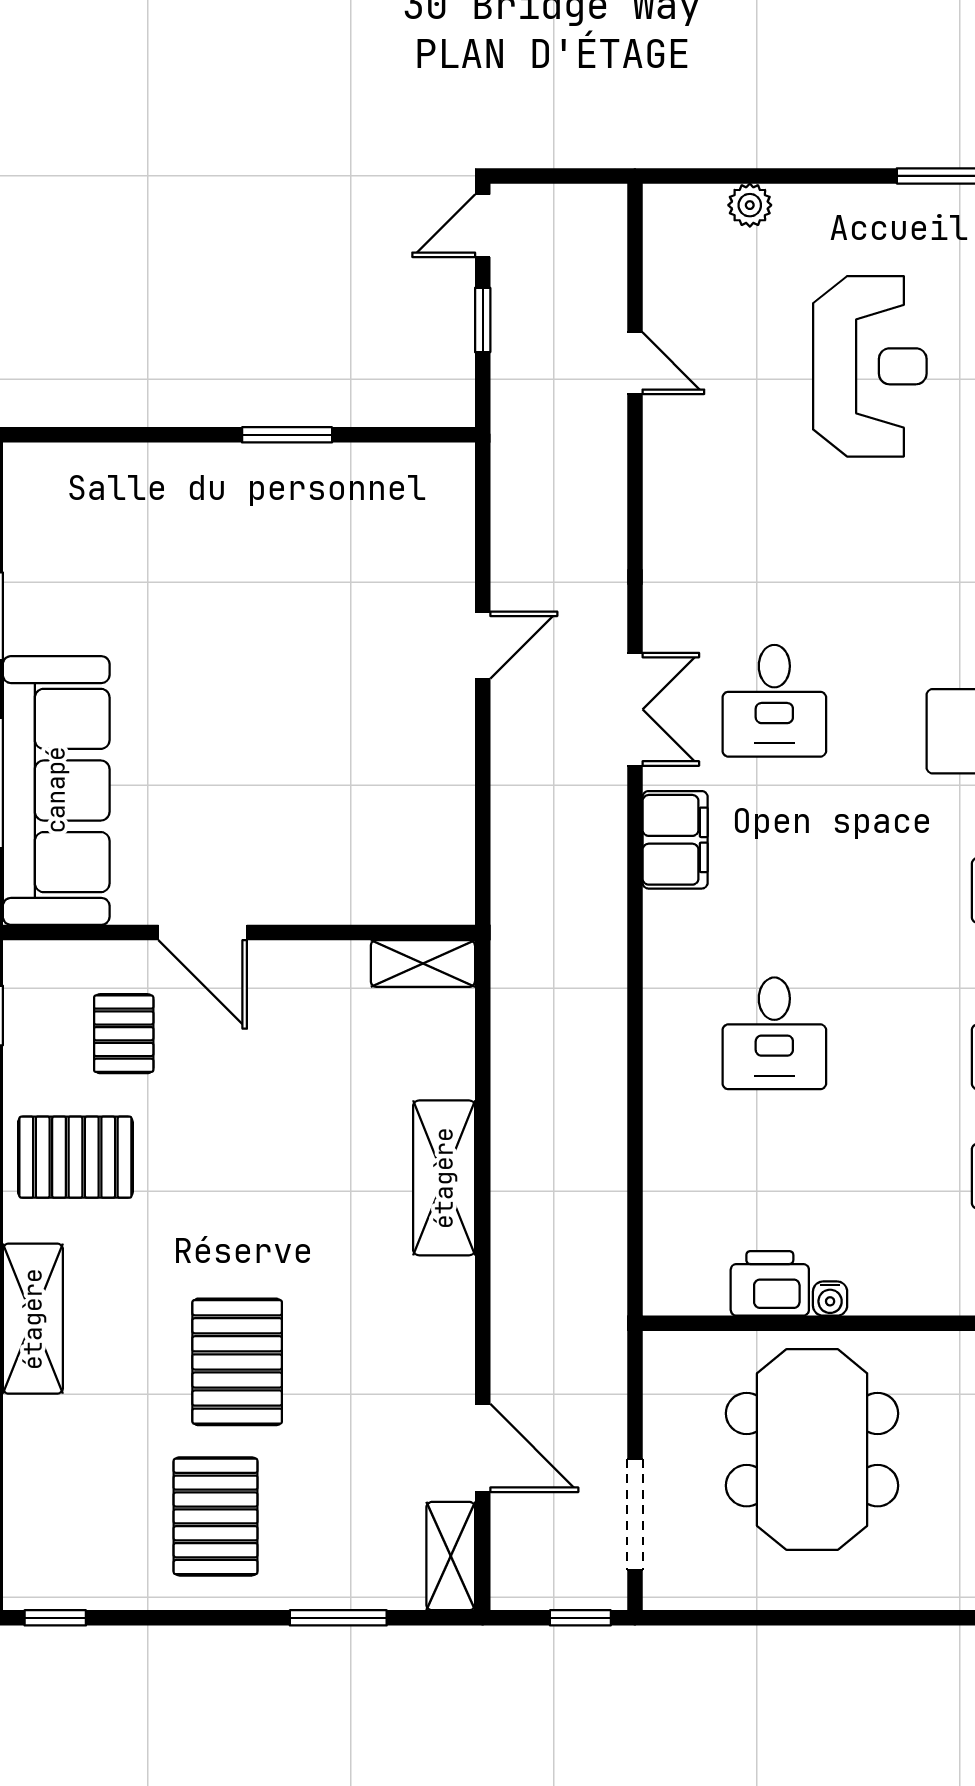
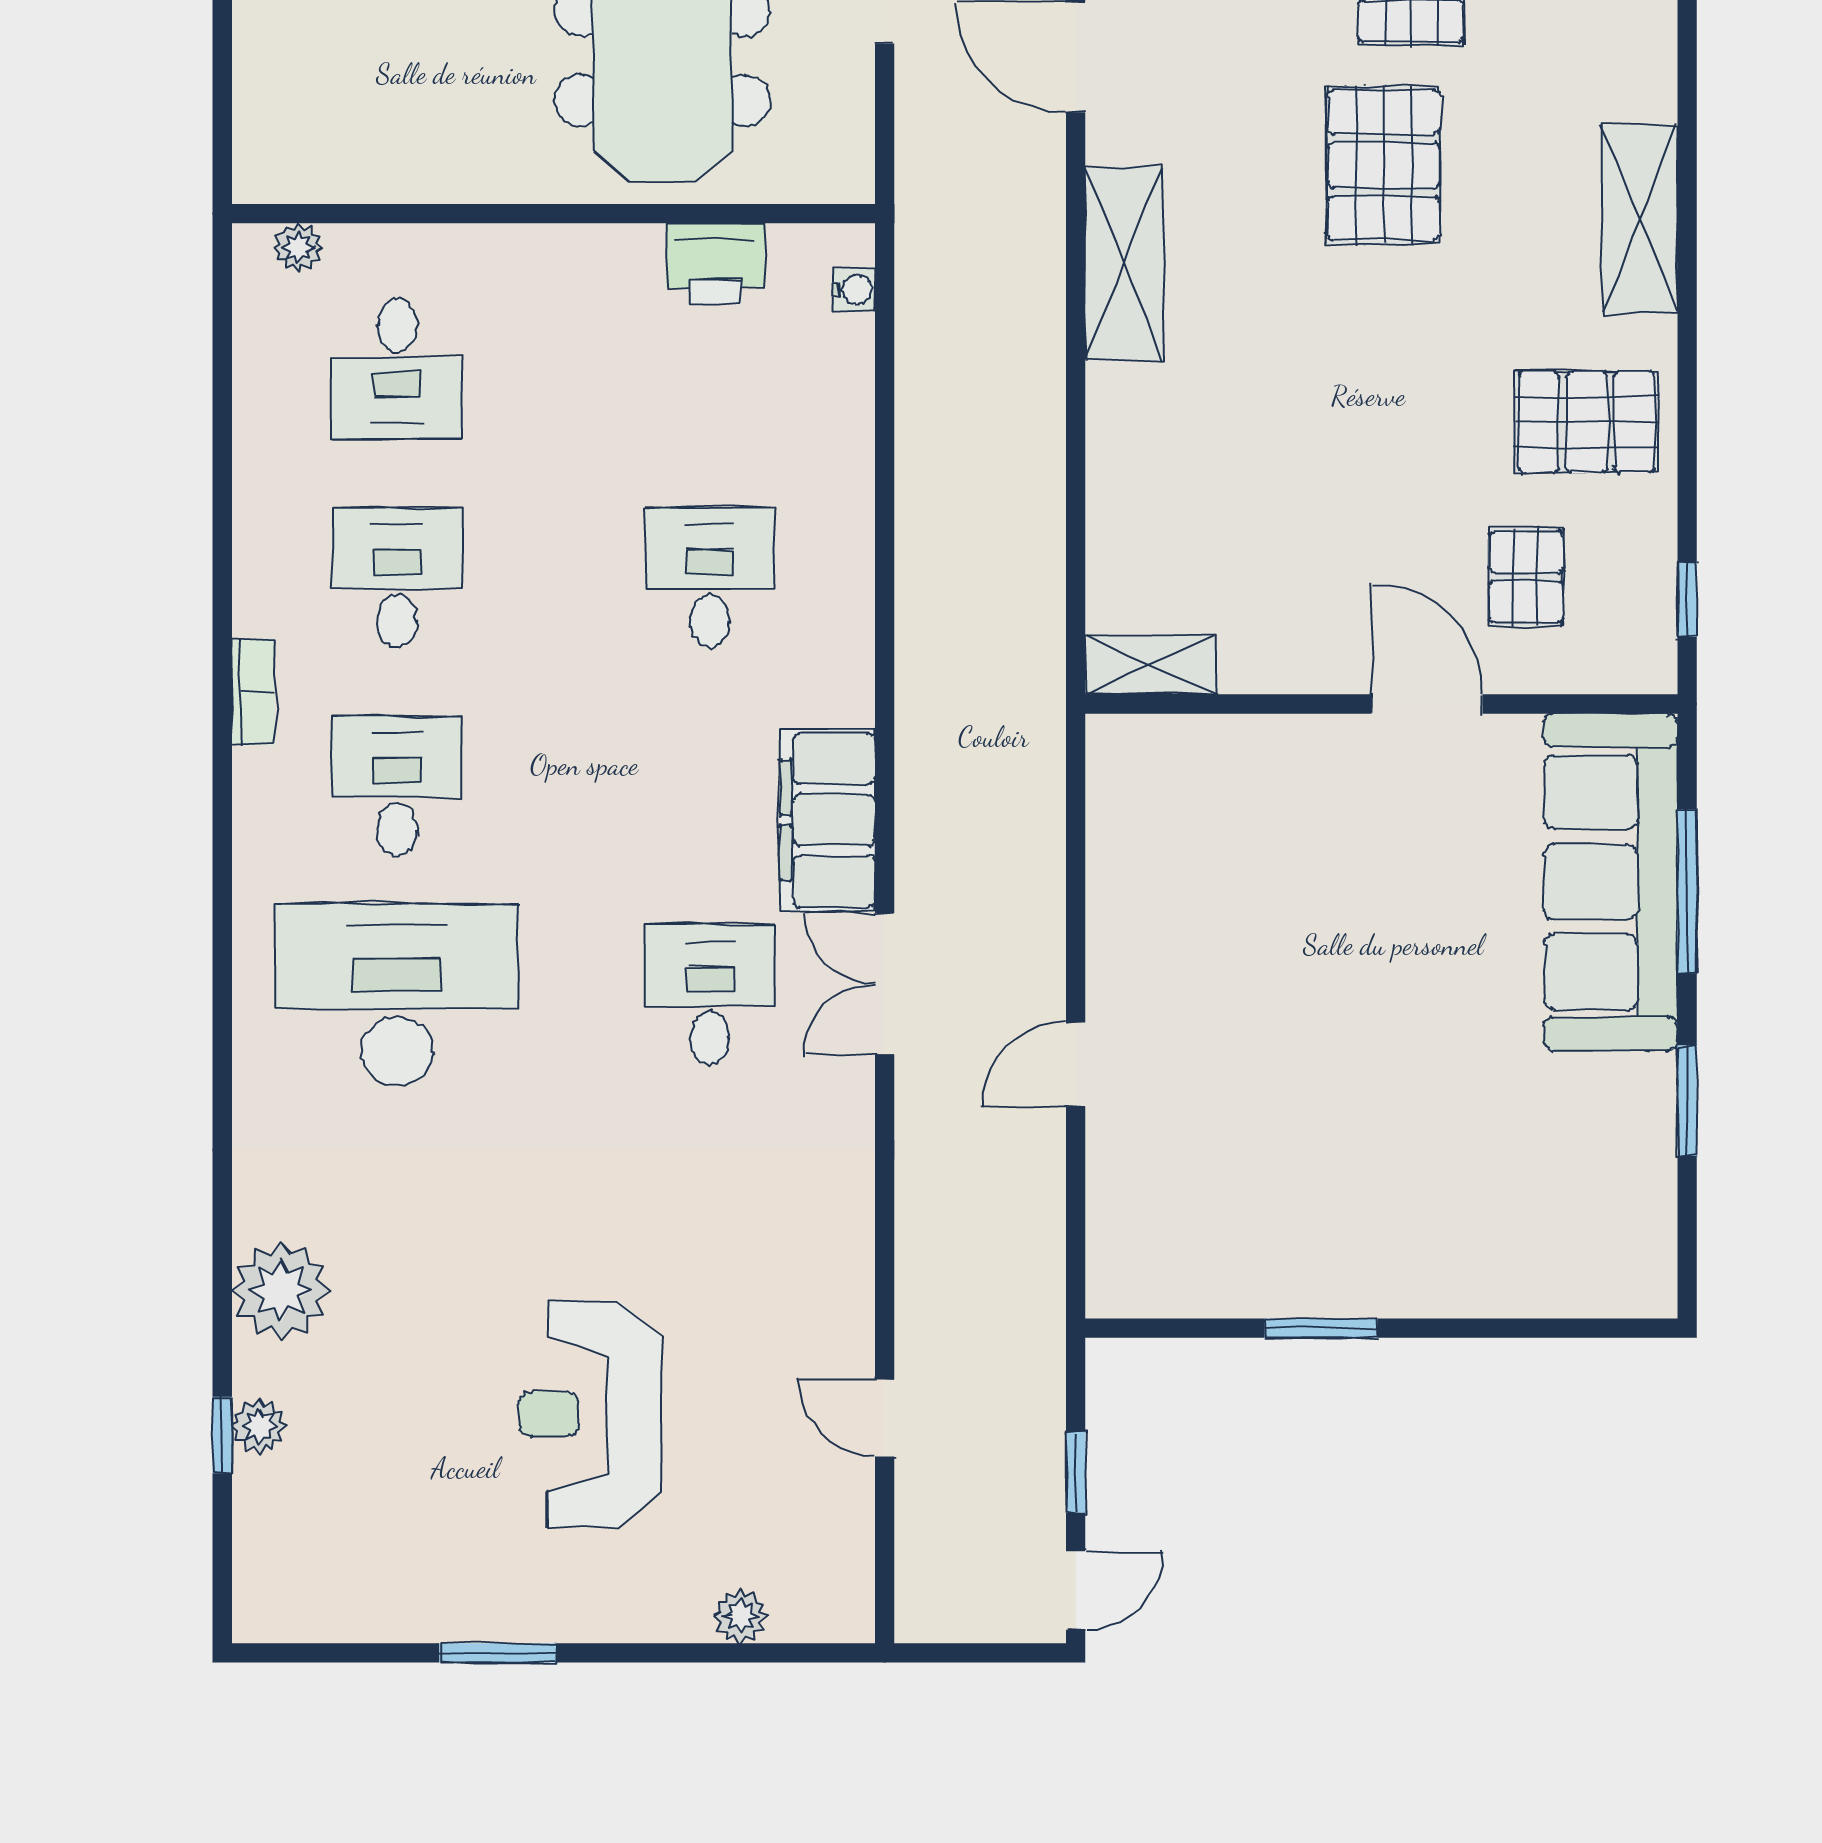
filing cabinet: (675, 840) -> (828, 820), width x1.50, depth x1.17
shelving: (444, 1178) -> (1124, 264), moved
water cooler: (830, 1299) -> (854, 289), moved, turned 90

